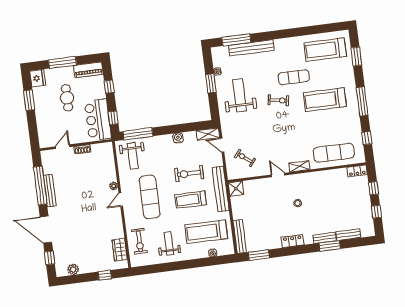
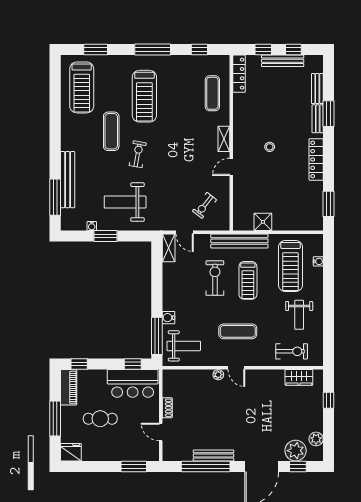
window: (109, 87) -> (79, 364), moved
window: (29, 100) -> (134, 467), moved
water cooler: (178, 138) -> (169, 318), moved
door: (222, 145) -> (185, 232), hinge flipped
exercise mat: (334, 153) -> (212, 93), width x0.73, depth x0.69
locker: (357, 171) -> (239, 74), width x1.53
exercise bike: (189, 174) -> (215, 278), turned 180
shower: (236, 189) -> (263, 222), moved
exercise mat: (150, 197) -> (238, 331), width x0.73, depth x0.69
bench: (240, 237) -> (283, 61), moved
locker: (292, 241) -> (316, 159), width x1.53
weight bench: (169, 243) -> (299, 315), turned -90
plant: (62, 254) -> (296, 451), added

